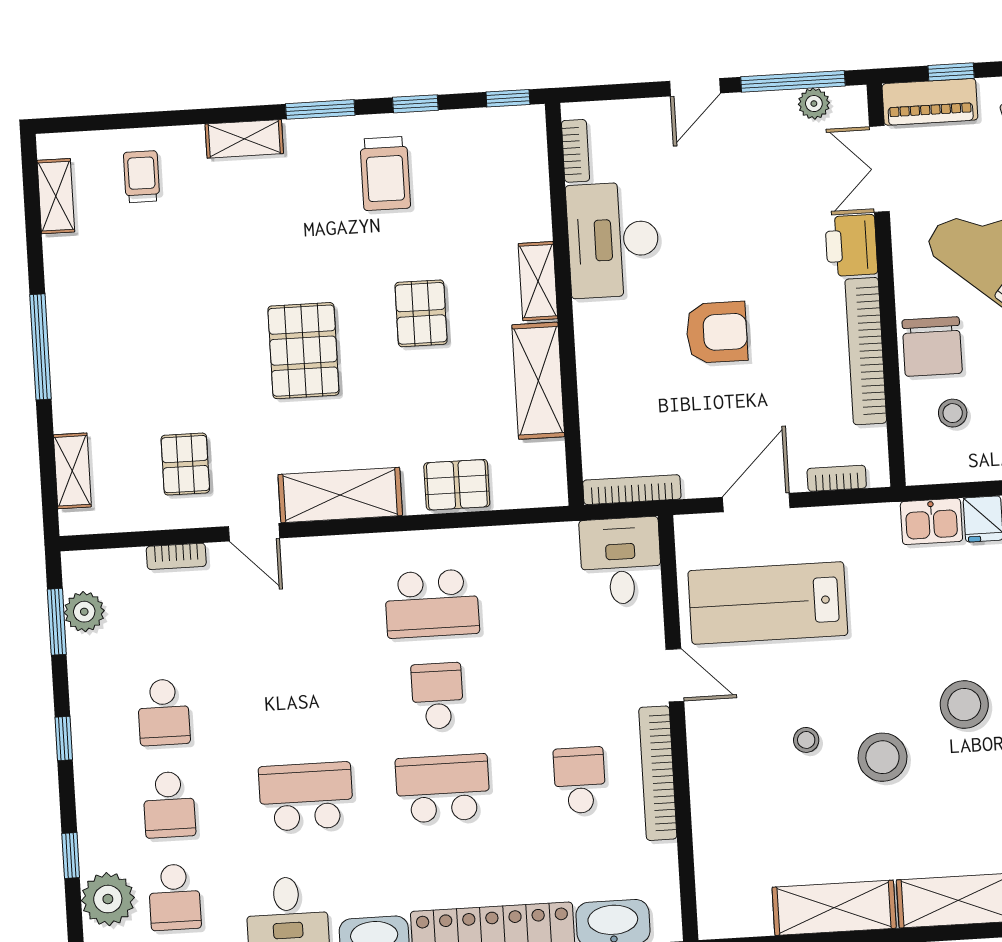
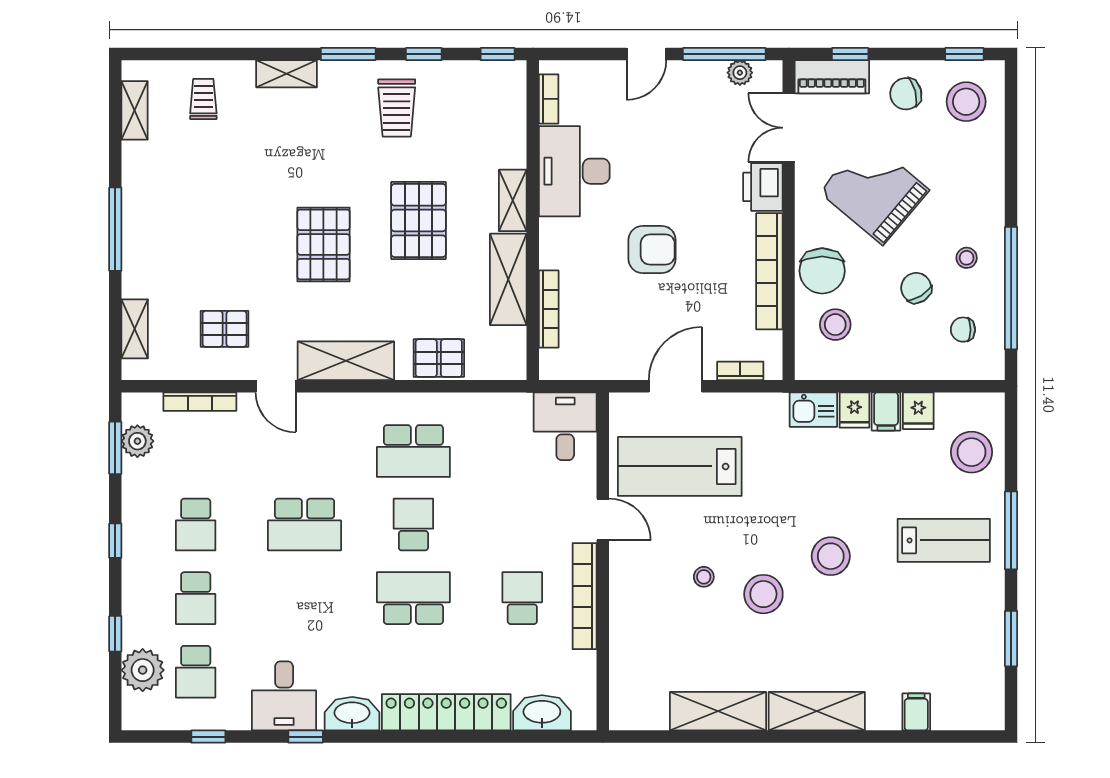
pallet: (421, 313) -> (419, 220), width x1.50, depth x1.42
stool: (953, 413) -> (835, 325), width x1.37, depth x1.37
pallet: (185, 464) -> (225, 329), turned 90
bookcase: (632, 490) -> (549, 309), moved, turned 90
bookcase: (176, 556) -> (200, 402), width x1.56
school desk: (306, 797) -> (305, 525), moved, turned 180

